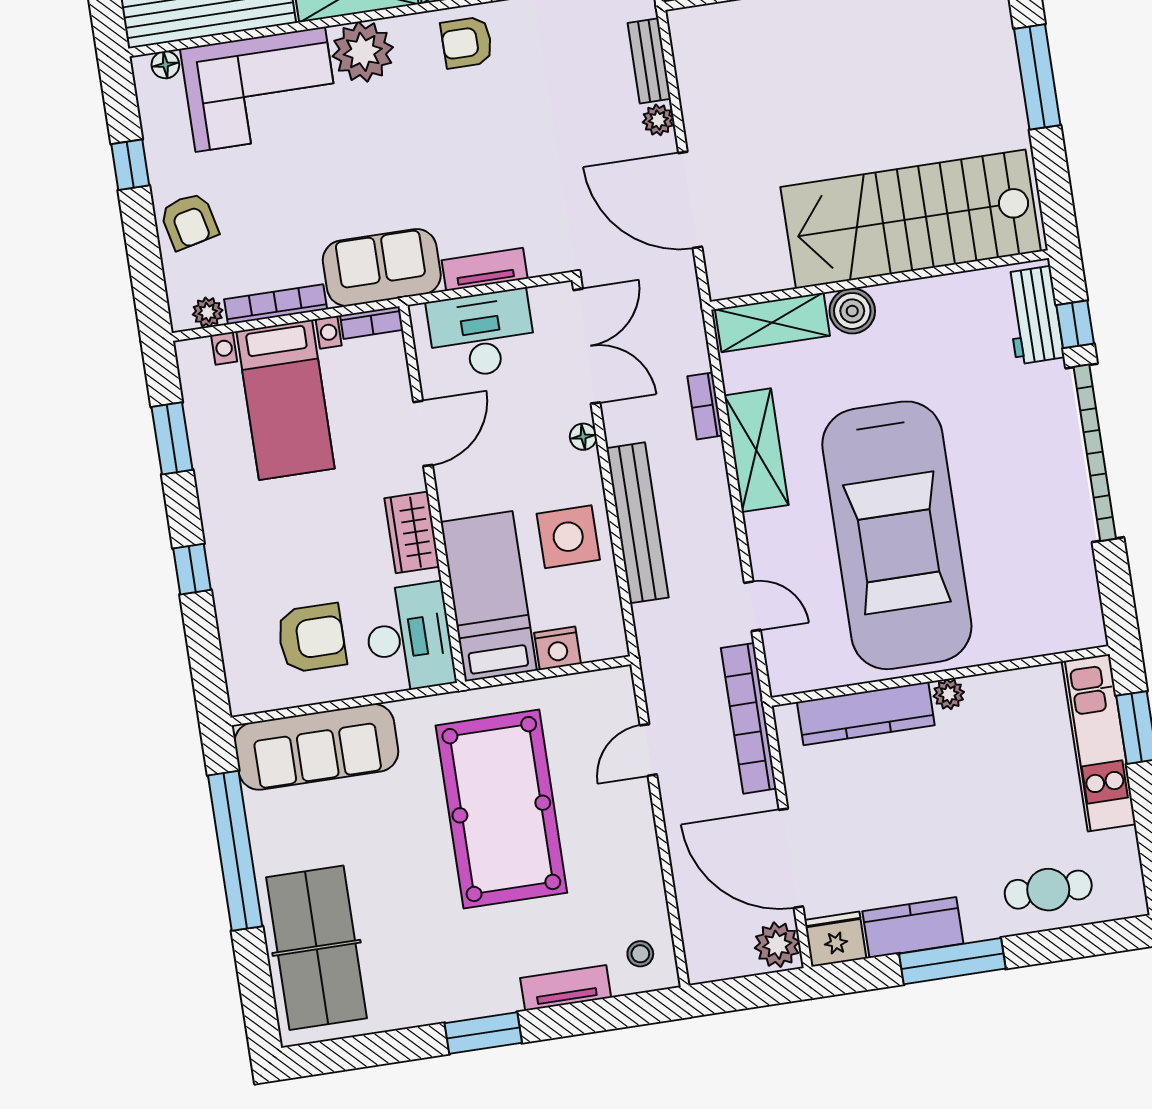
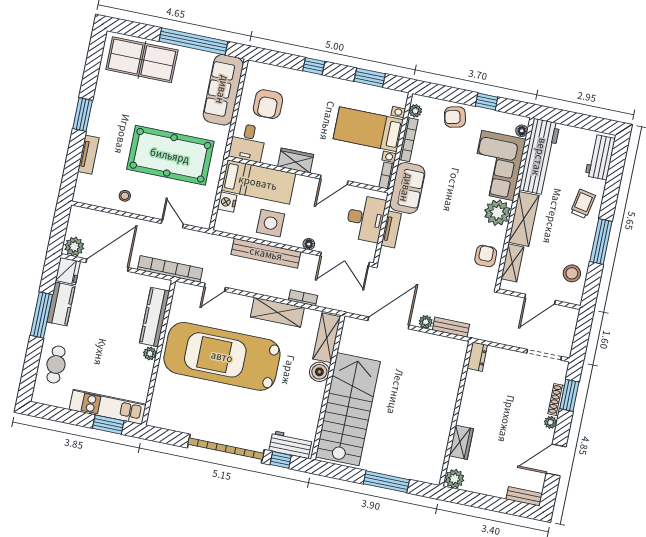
door: (423, 433) -> (334, 180), hinge flipped
desk: (409, 638) -> (248, 142), width x0.73
stool: (640, 954) -> (125, 196), moved

